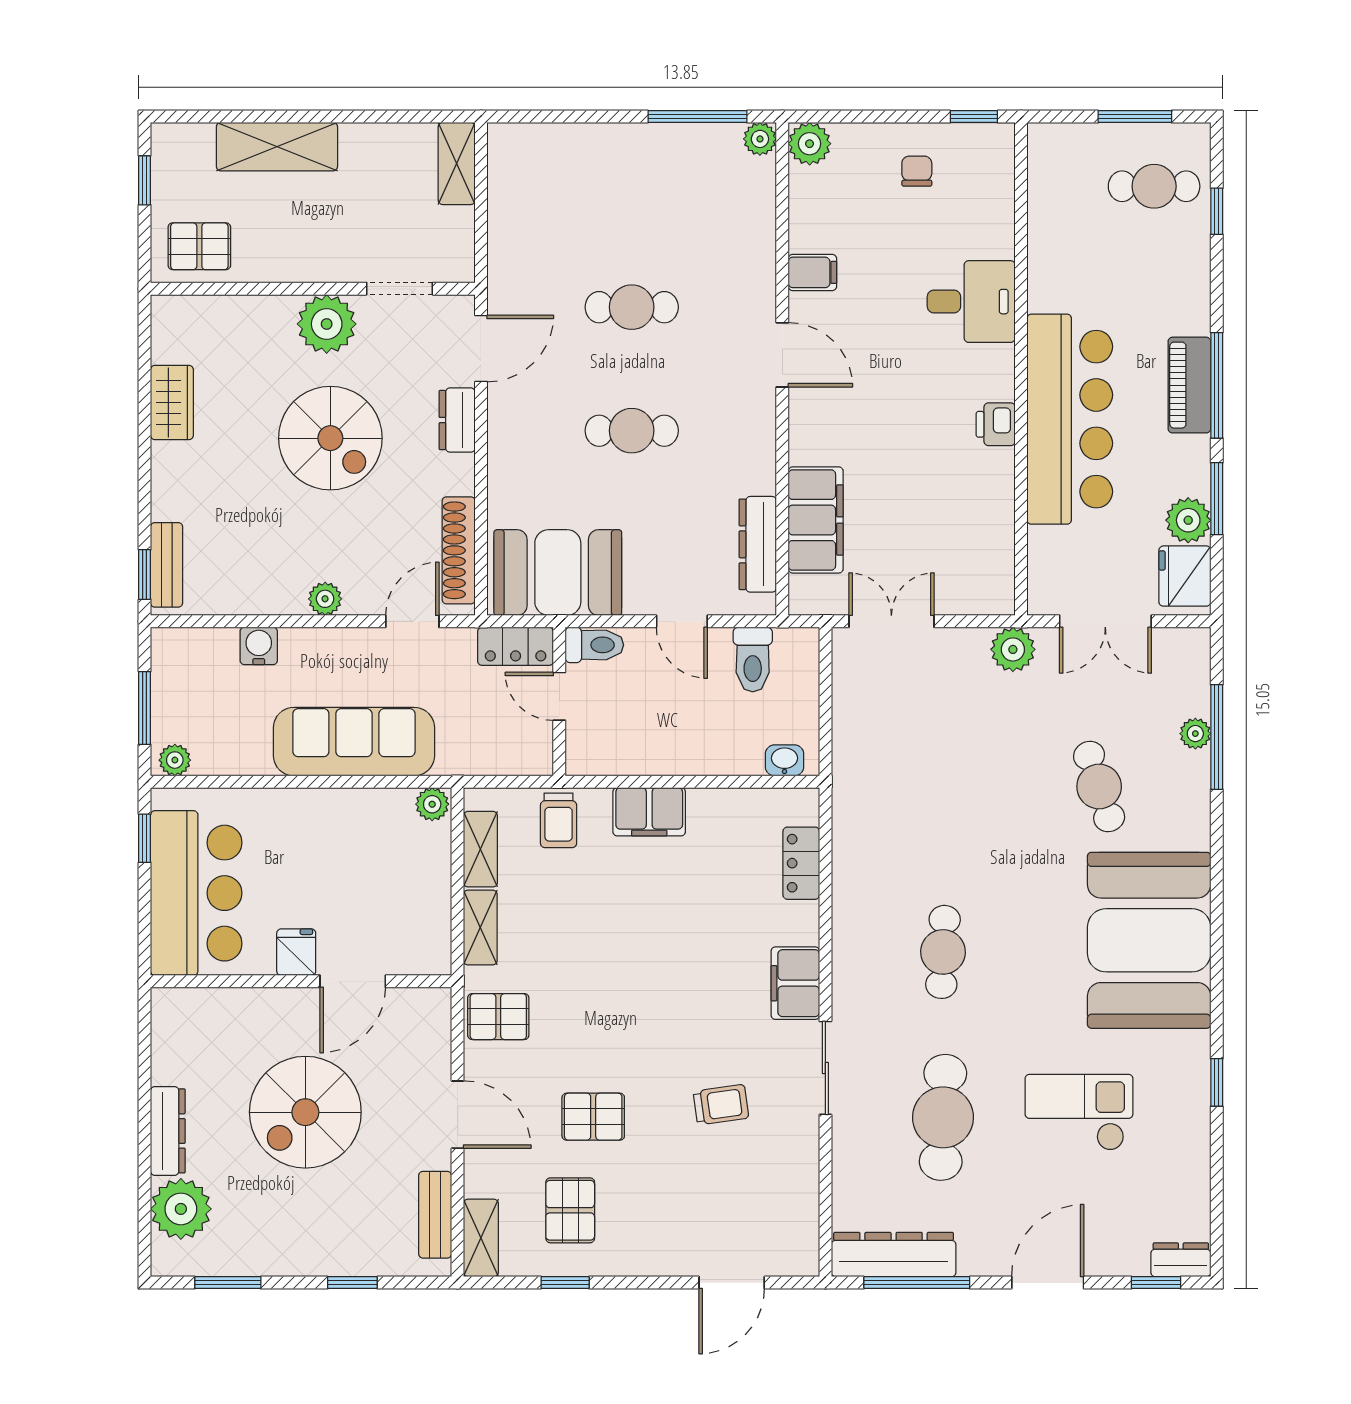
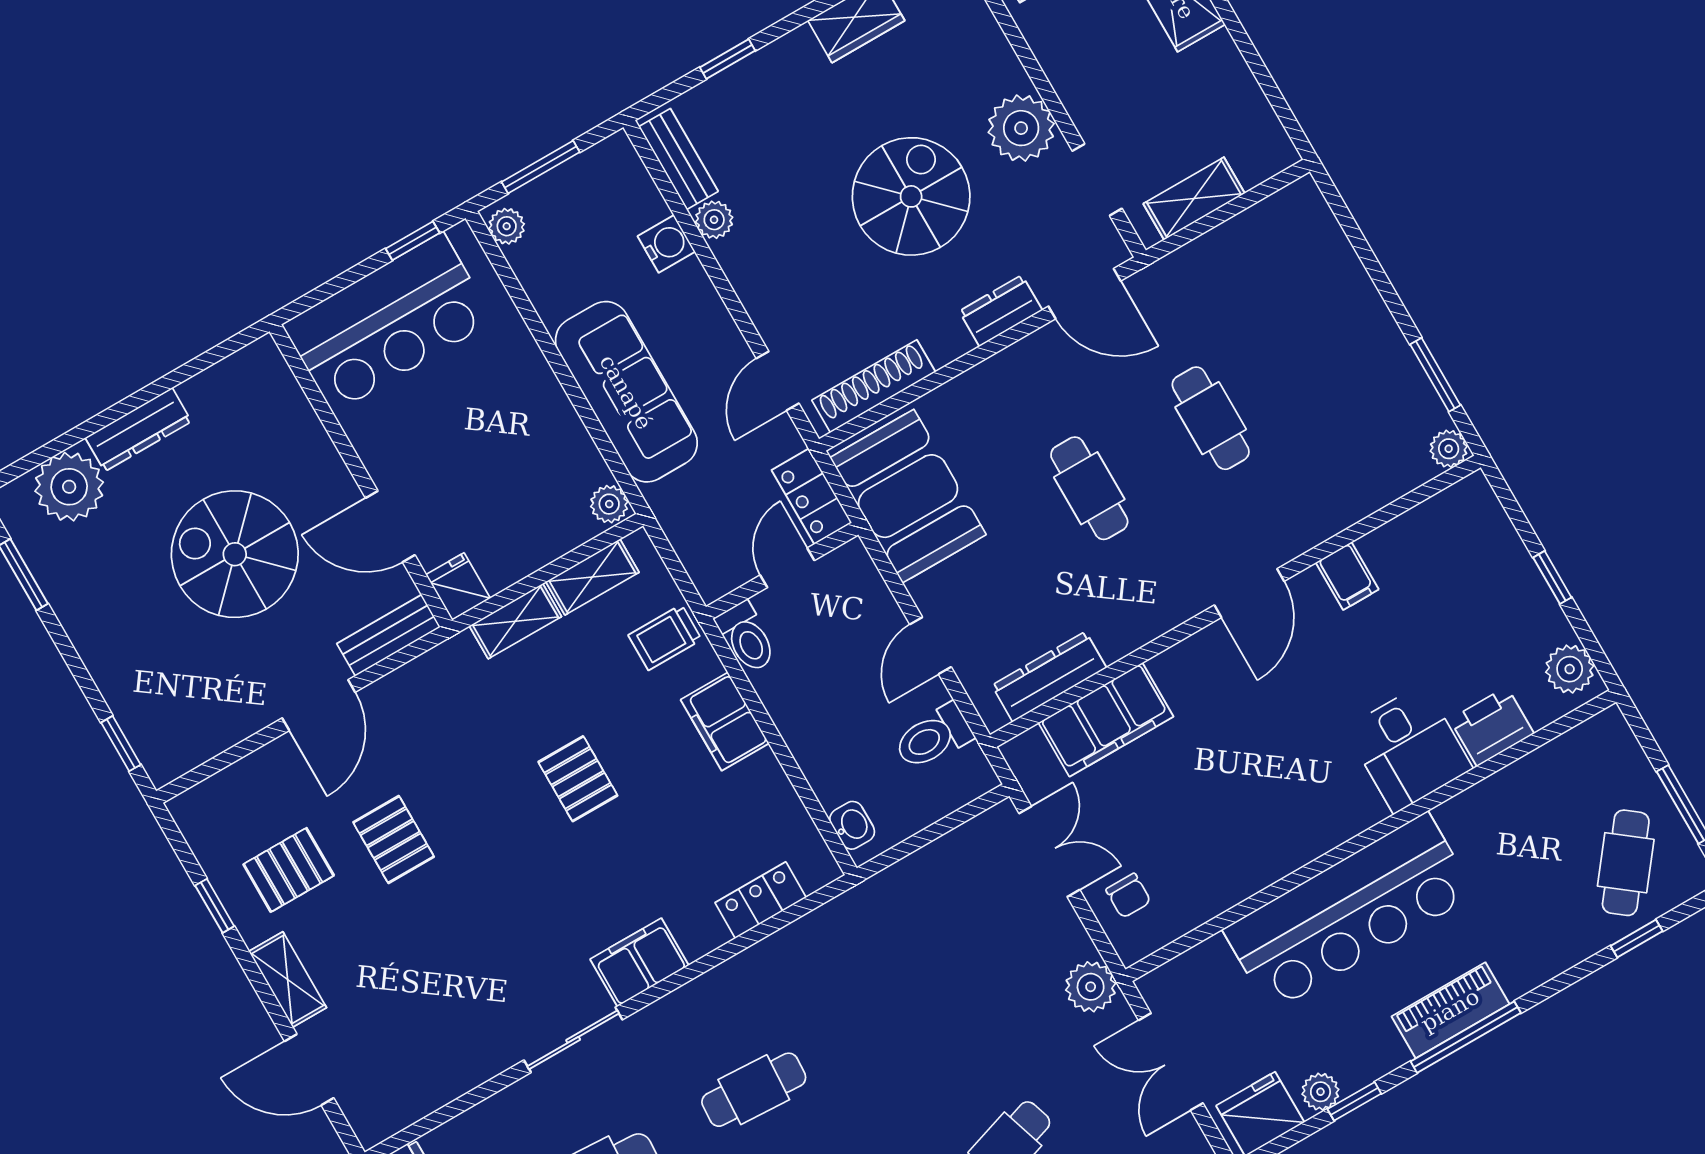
window: (698, 117) -> (1435, 375), width x0.69
window: (974, 117) -> (1552, 577), moved
plant: (810, 144) -> (1570, 669), moved
shelving: (457, 163) -> (1194, 199), moved
chair: (917, 171) -> (1128, 896), moved, turned 90
cafe table: (1154, 186) -> (1626, 863), turned 38
printer: (996, 424) -> (1492, 726), moved, width x1.36, depth x1.24
spiral stairs: (330, 438) -> (911, 196), turned 180
window: (1217, 499) -> (1354, 1101), width x0.67
plant: (1188, 520) -> (1320, 1092), width x0.73, depth x0.73
bench: (167, 565) -> (678, 159), moved, turned 90
window: (145, 575) -> (728, 59), moved
plant: (325, 599) -> (714, 220), moved
door: (412, 621) -> (778, 381), swing flipped
toilet: (594, 645) -> (746, 637), moved
fridge: (296, 952) -> (458, 586), moved, turned -90
pallet: (498, 1017) -> (578, 779), moved
trolley: (721, 1105) -> (478, 958), removed
bench: (435, 1215) -> (389, 635), moved
shelving: (481, 1238) -> (288, 979), moved, turned 90
window: (352, 1283) -> (121, 744), moved

